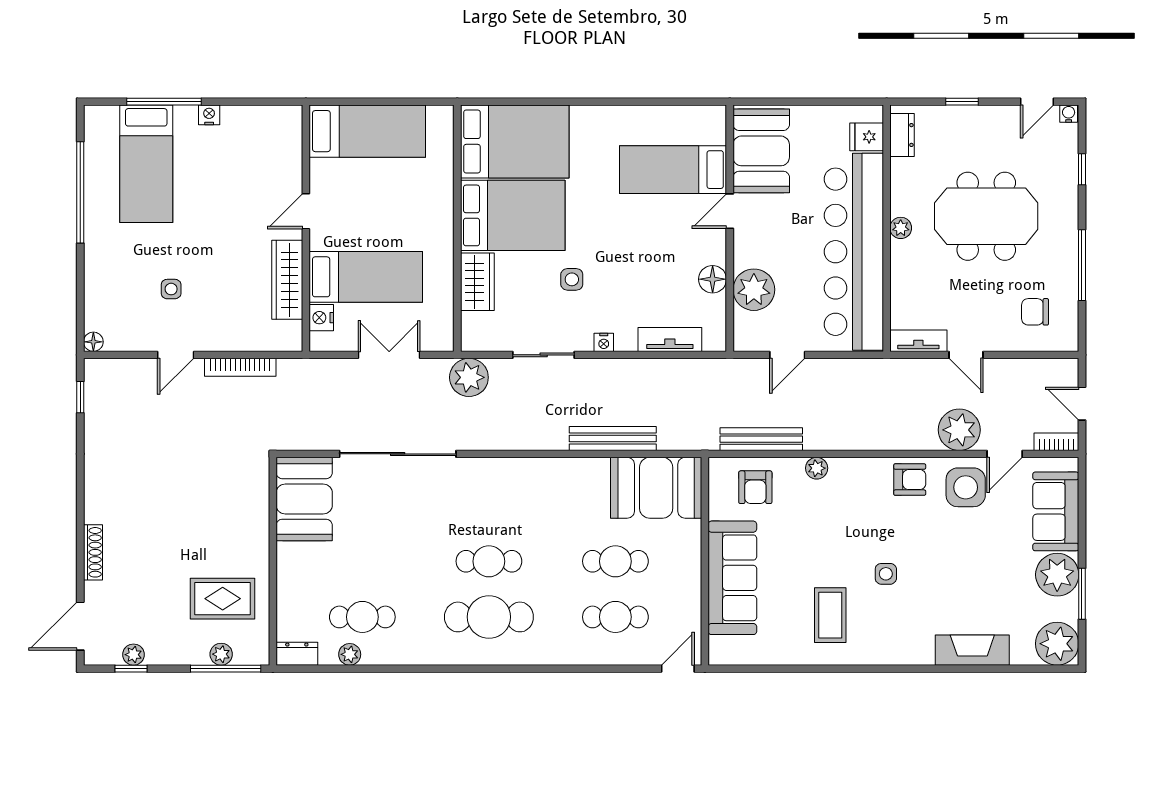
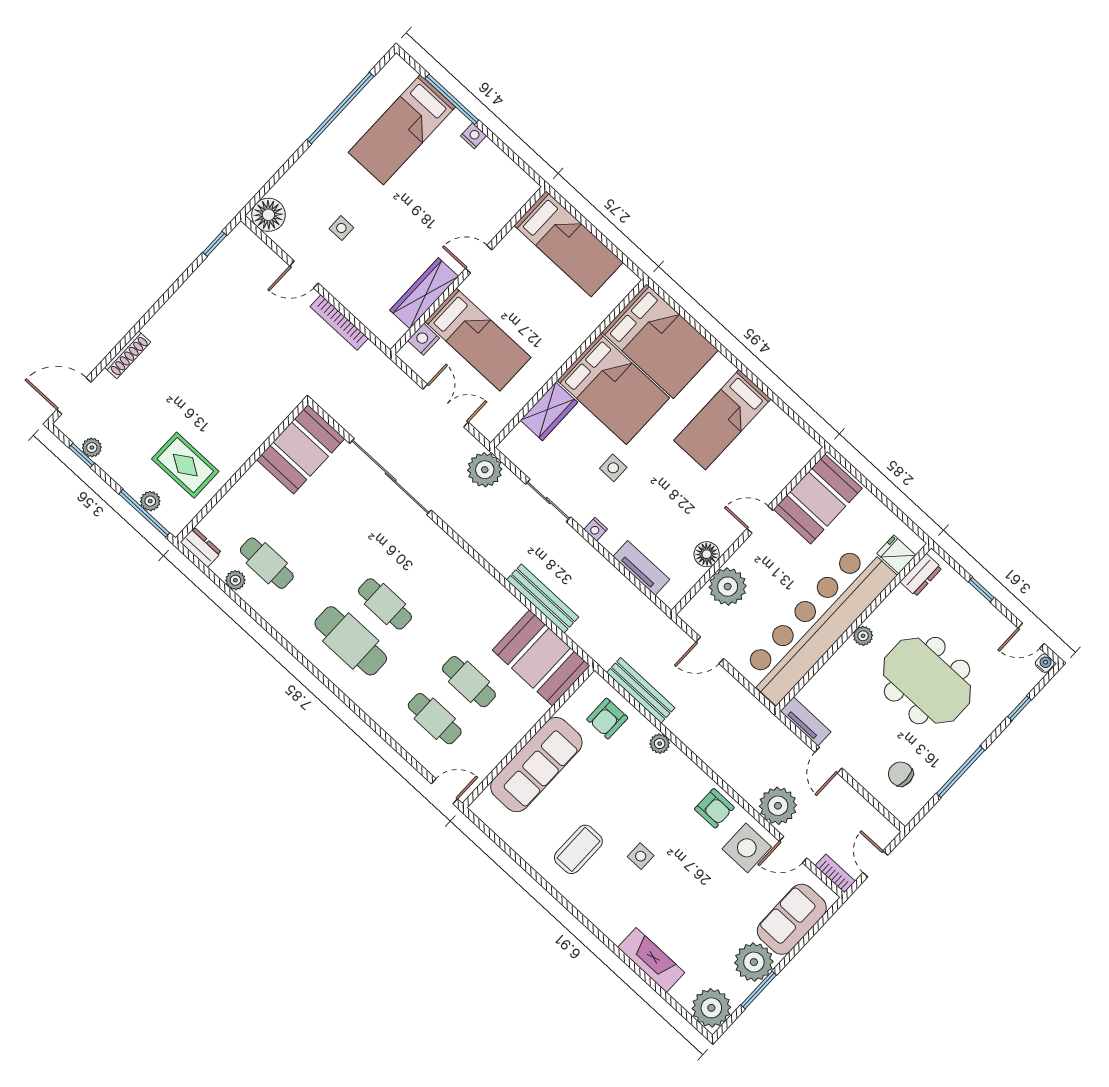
bed: (673, 170) -> (722, 420), moved, turned -90
floor lamp: (93, 342) -> (268, 215), width x1.89, depth x1.89

